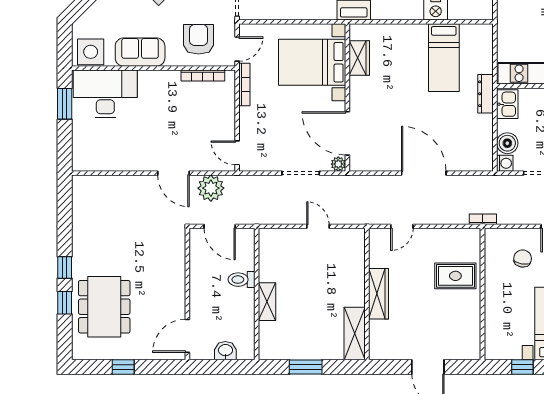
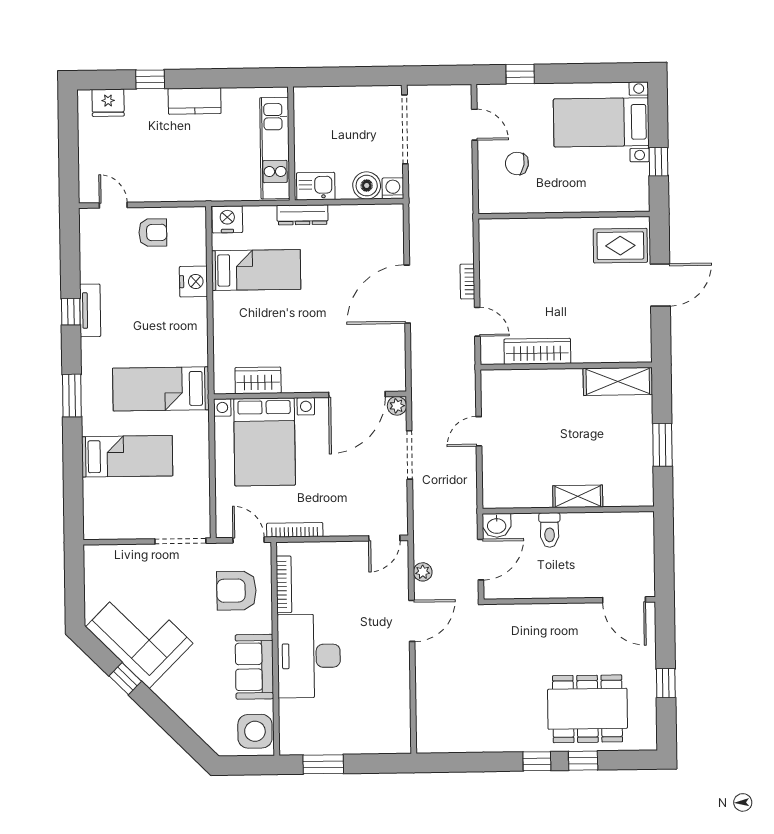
nightstand: (483, 36) -> (227, 219), added
desk: (105, 94) -> (309, 656), moved
plant: (211, 188) -> (423, 572), width x0.53, depth x0.53
bookcase: (483, 219) -> (467, 282), moved
rug: (455, 276) -> (620, 246), moved, turned 90
wardrobe: (379, 294) -> (537, 351), moved
washbasin: (225, 351) -> (497, 525), moved, turned -90

